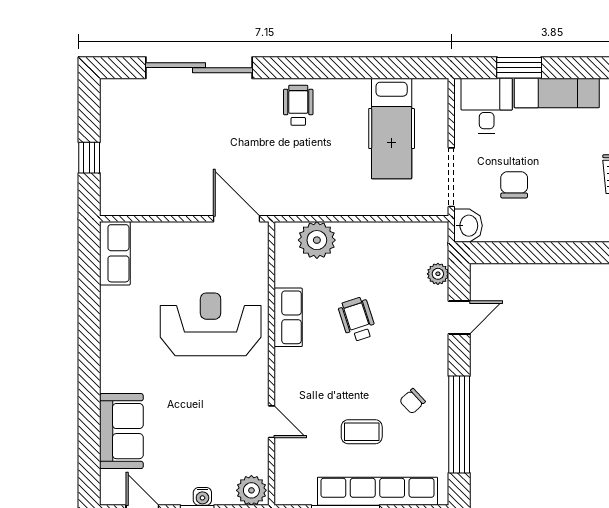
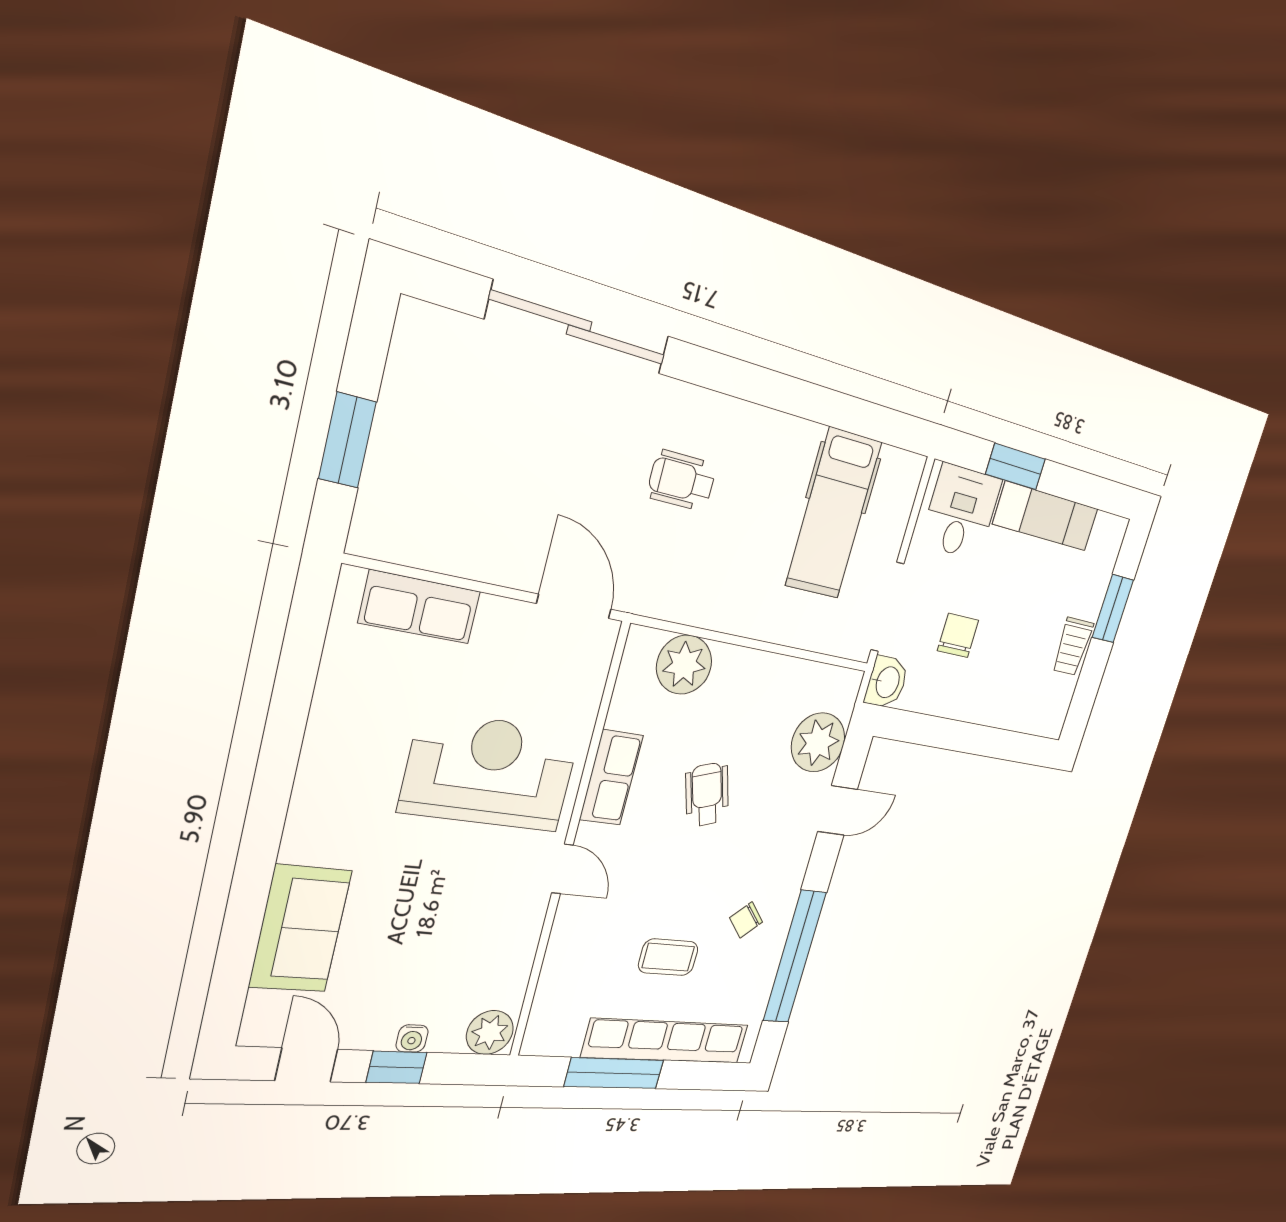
wheelchair: (298, 105) -> (682, 481), moved, turned -90
window: (89, 158) -> (347, 440), width x1.50
row of seats: (115, 253) -> (420, 607), moved, turned 90
plant: (438, 274) -> (818, 742), width x1.88, depth x1.88
door: (272, 422) -> (562, 869), moved

